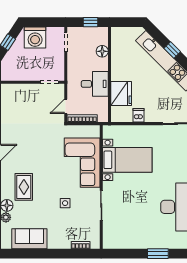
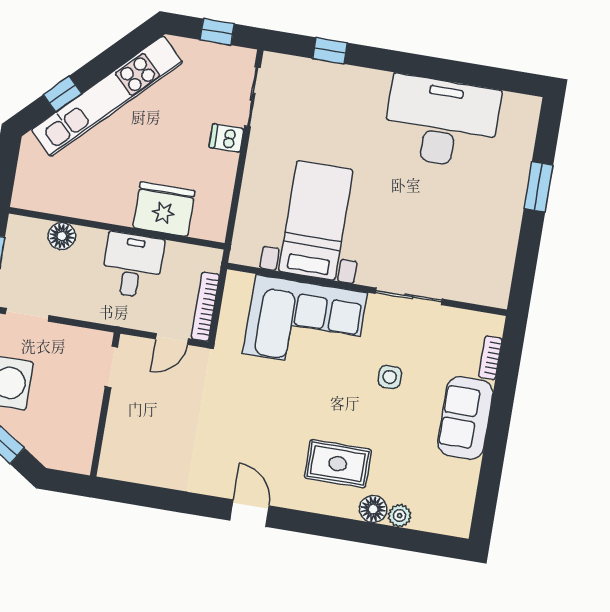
window: (172, 50) -> (62, 94), moved
door: (66, 106) -> (172, 339), hinge flipped
dishwasher: (138, 115) -> (226, 138), moved
sofa: (29, 239) -> (465, 418), moved

